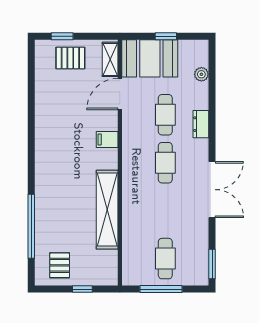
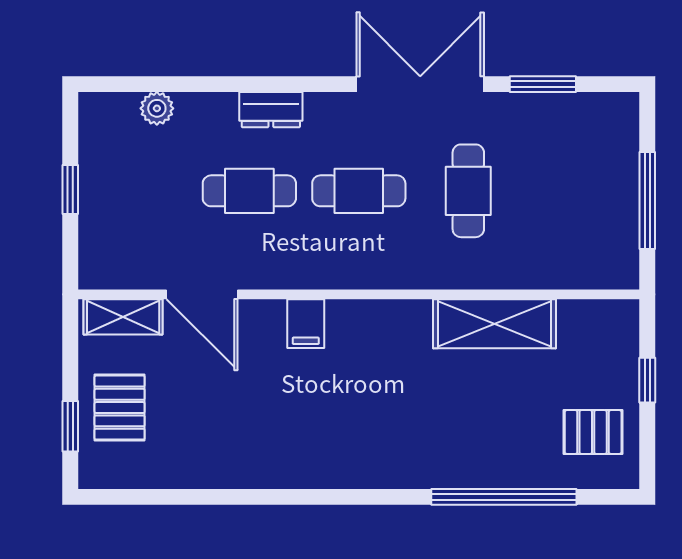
booth: (150, 58) -> (121, 226), removed
shelving: (107, 210) -> (495, 324), width x0.68
cafe table: (165, 259) -> (468, 191), moved, turned 90
window: (212, 264) -> (543, 84), moved

